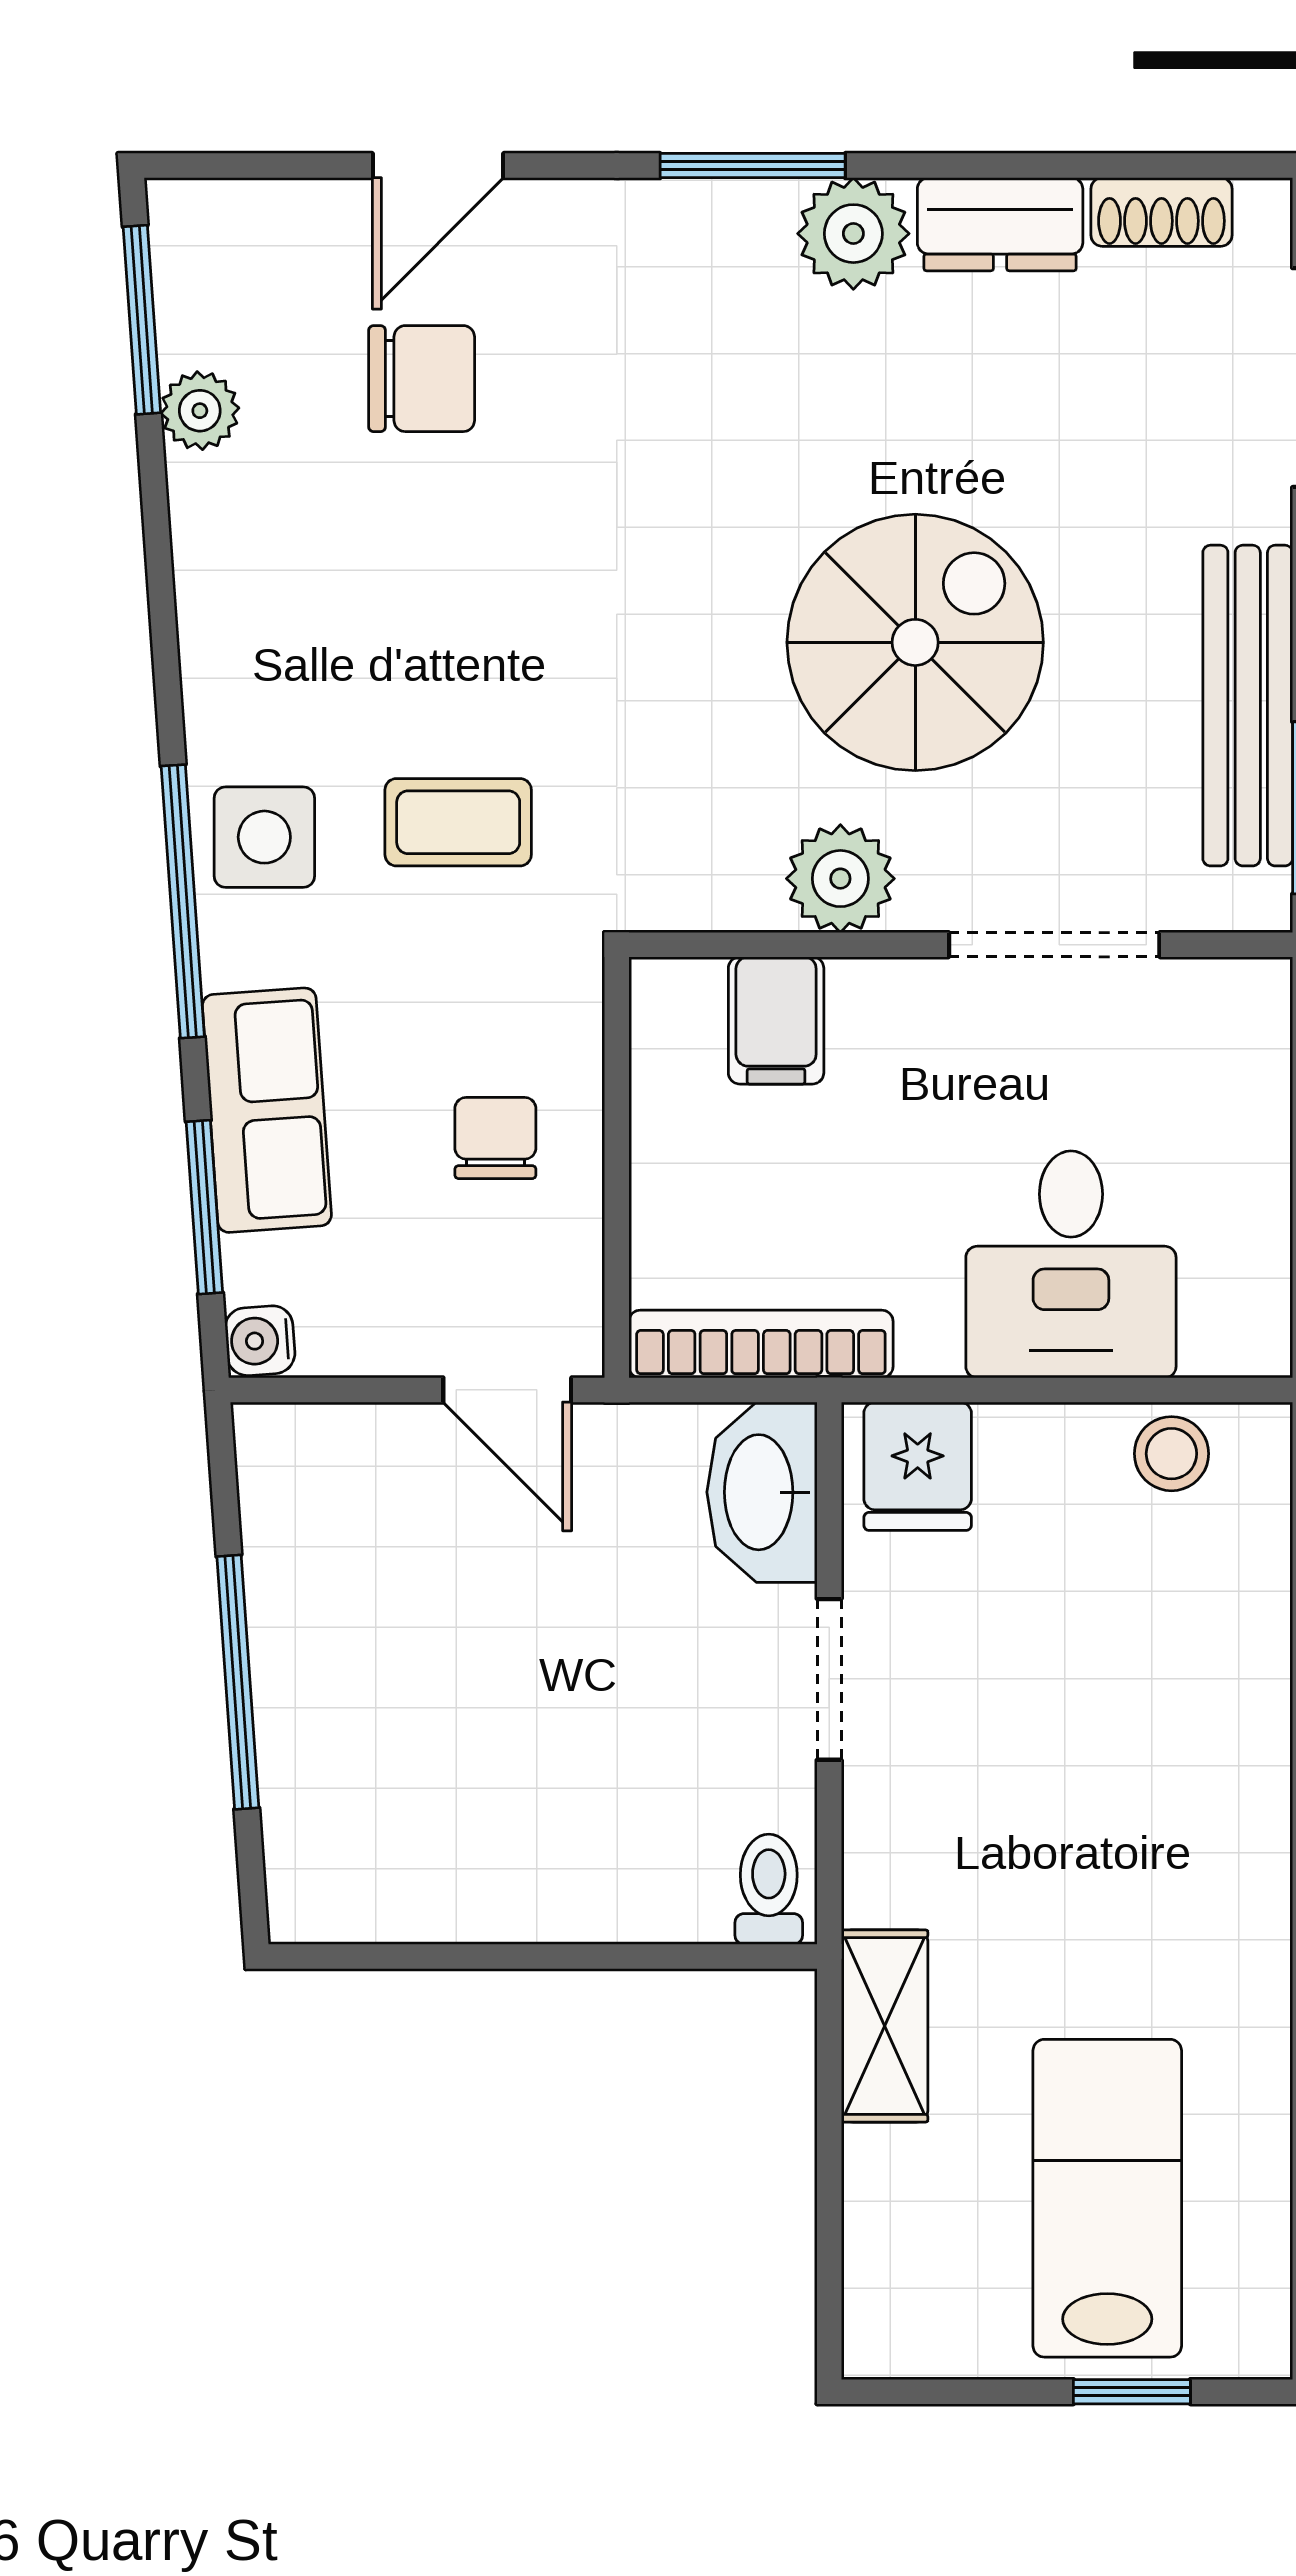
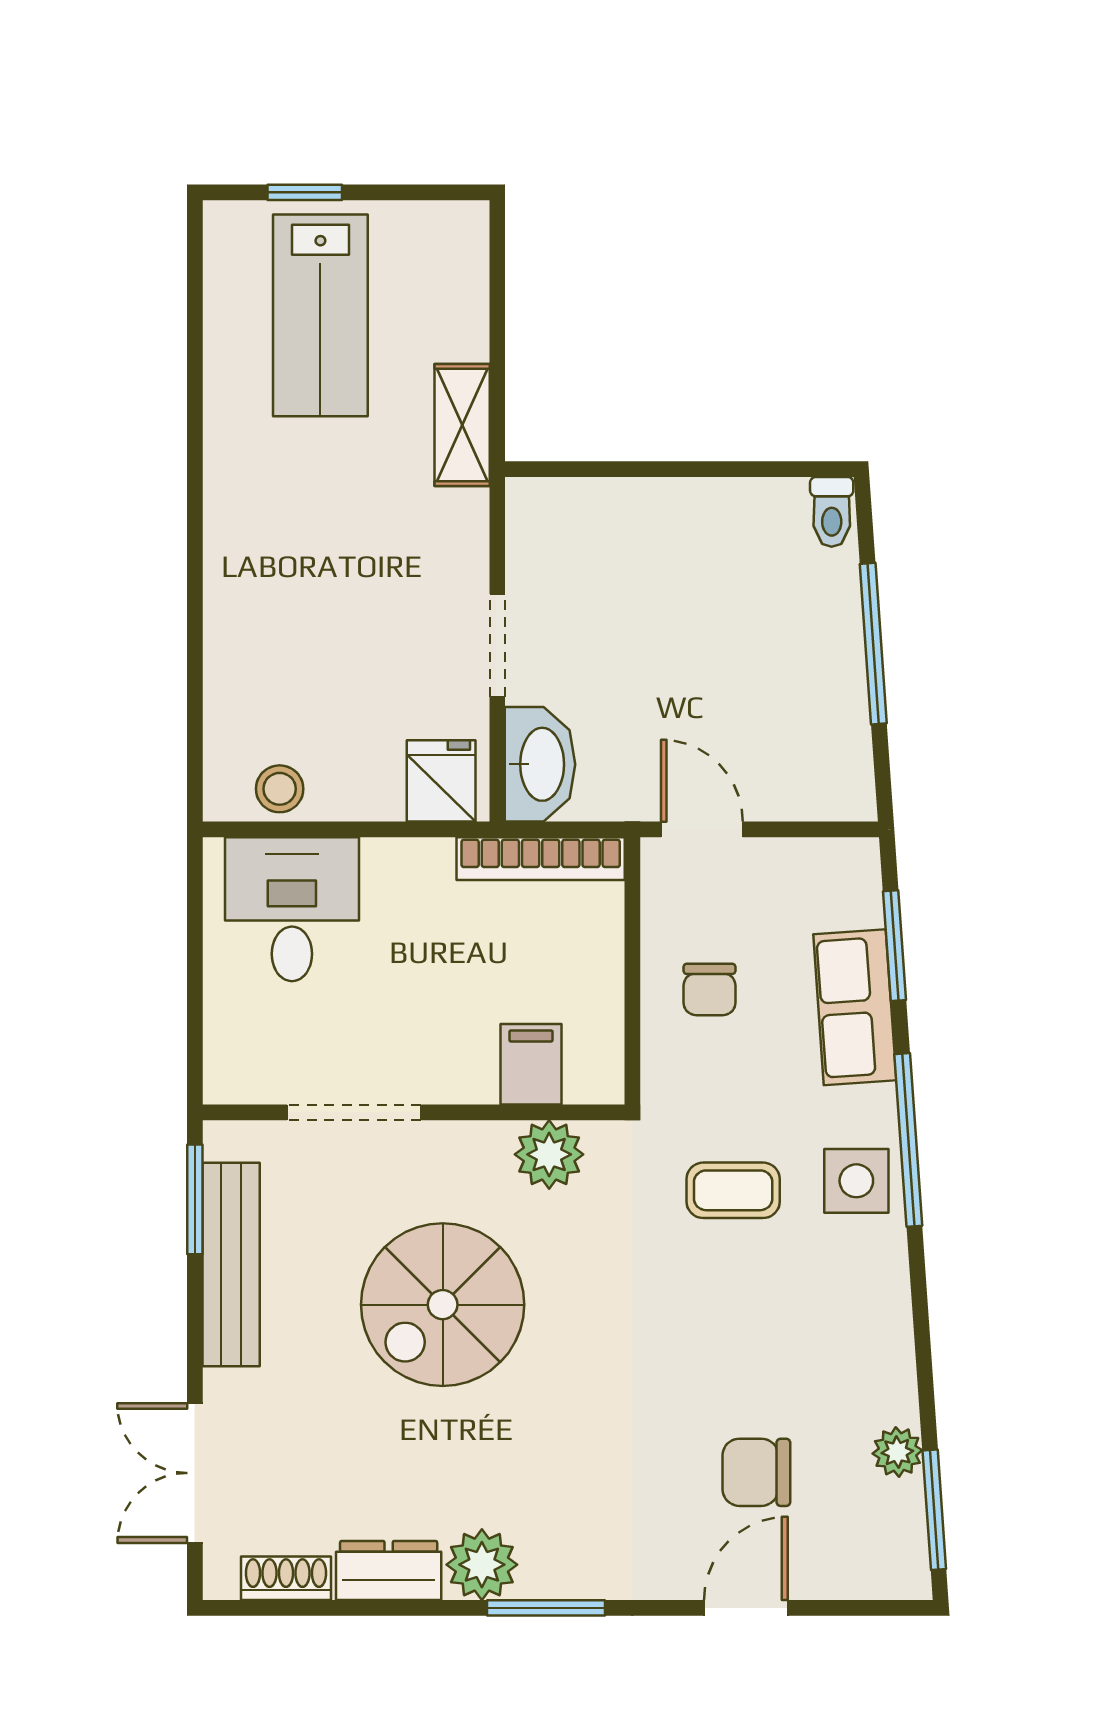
plant: (840, 879) -> (549, 1154), moved
desk: (1071, 1264) -> (292, 909), moved
water cooler: (260, 1341) -> (859, 861), removed
toilet: (769, 1889) -> (832, 512), moved

